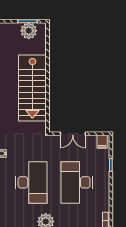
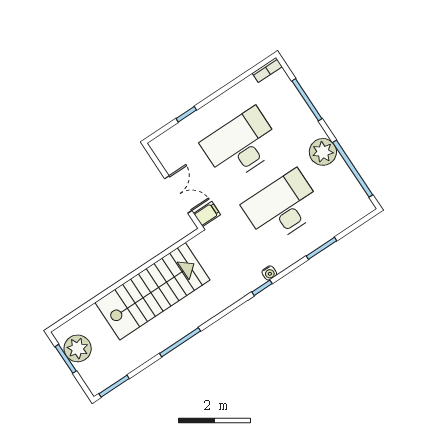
filing cabinet: (102, 142) -> (207, 214), moved
desk: (77, 182) -> (241, 145), turned 180

